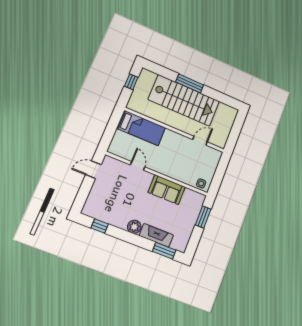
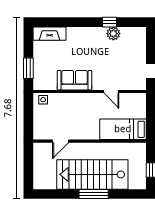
window: (100, 226) -> (109, 22), moved
plant: (134, 227) -> (113, 34), moved
fireplace: (156, 235) -> (50, 34), moved
window: (164, 251) -> (54, 22), removed

